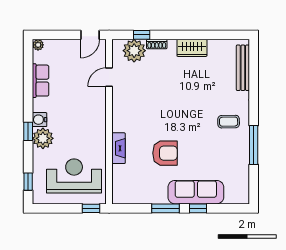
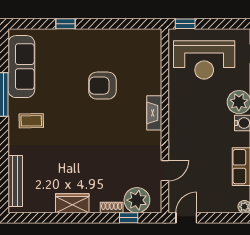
fireplace: (119, 148) -> (154, 113), moved
sofa: (196, 192) -> (21, 67), moved, turned -90
window: (165, 208) -> (102, 24), removed

